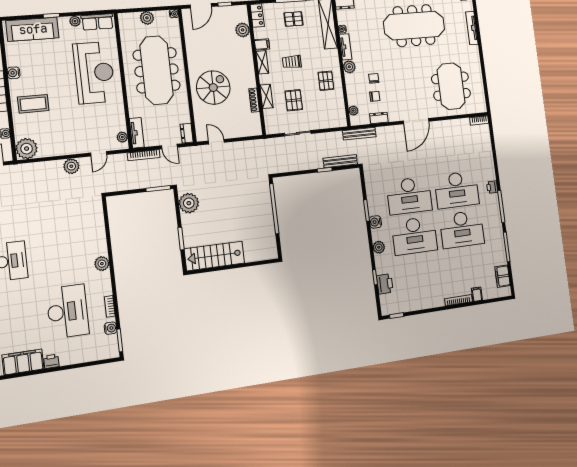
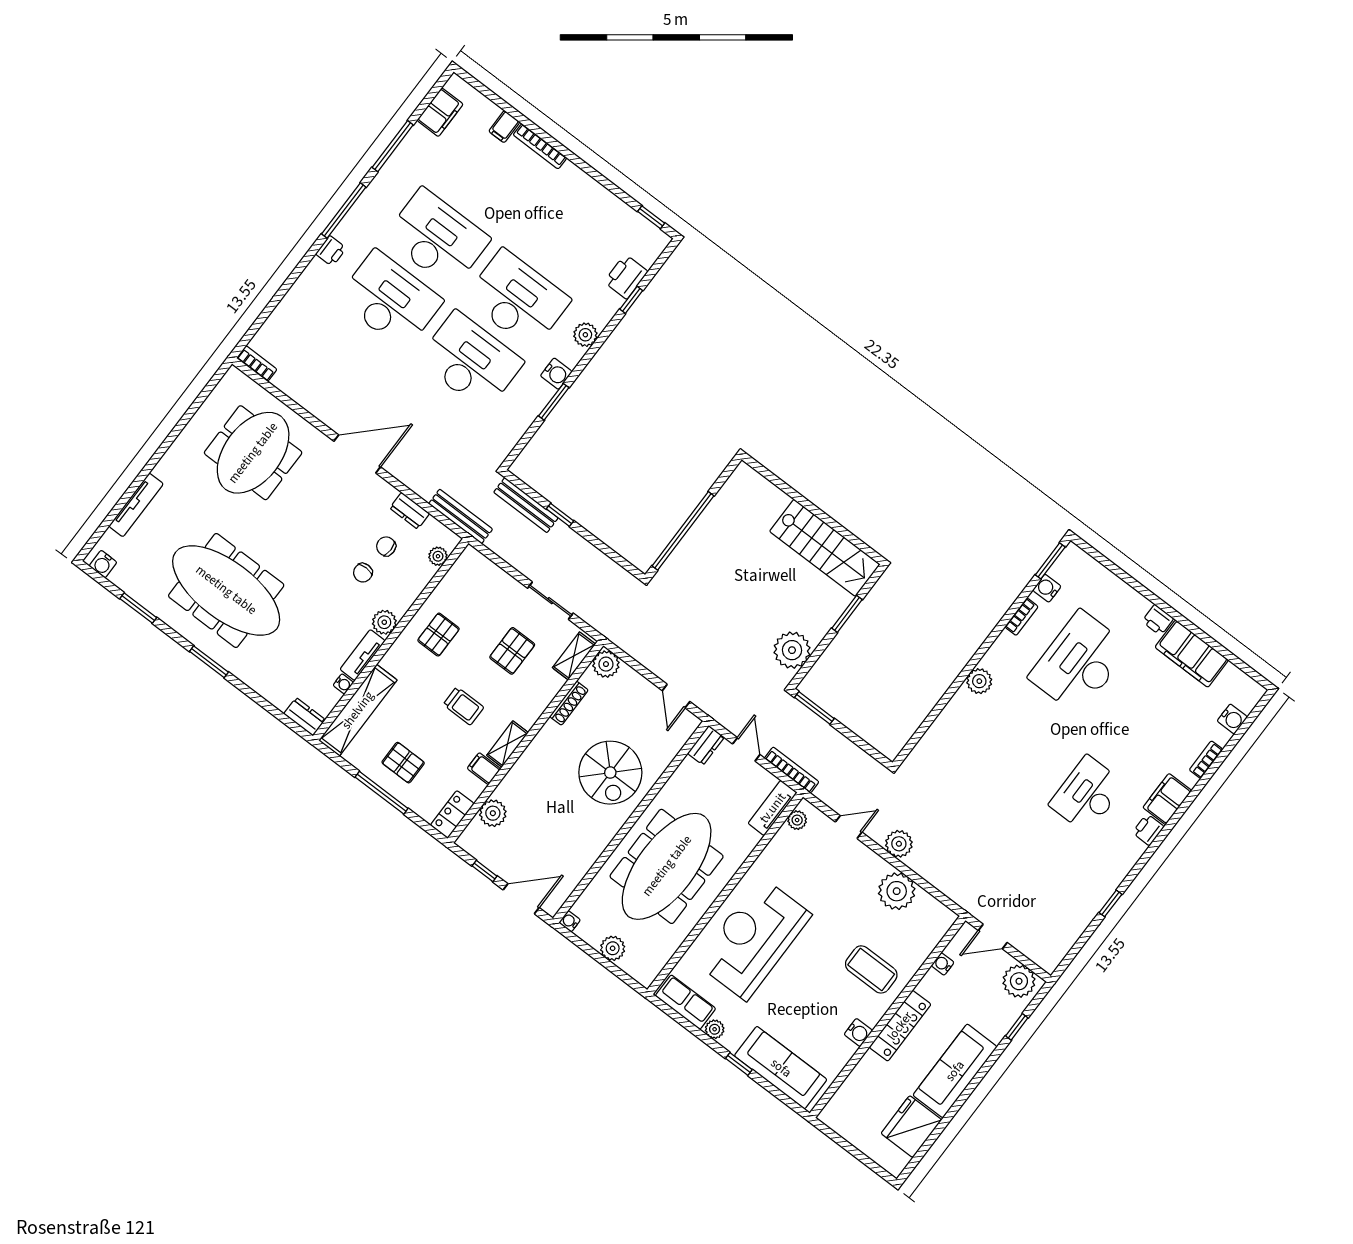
spiral stairs: (213, 88) -> (610, 773), turned -90
shelving: (266, 96) -> (574, 656), moved
plant: (255, 129) -> (606, 664), added
plant: (27, 149) -> (897, 891), moved

